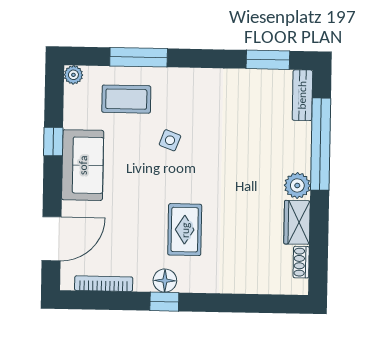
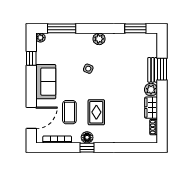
window: (139, 57) -> (62, 28), moved
plant: (193, 80) -> (99, 39), added
bench: (302, 95) -> (153, 70), moved
coffee table: (126, 99) -> (69, 112), moved, turned 90
window: (53, 142) -> (31, 58), moved
window: (321, 144) -> (162, 69), width x0.47

